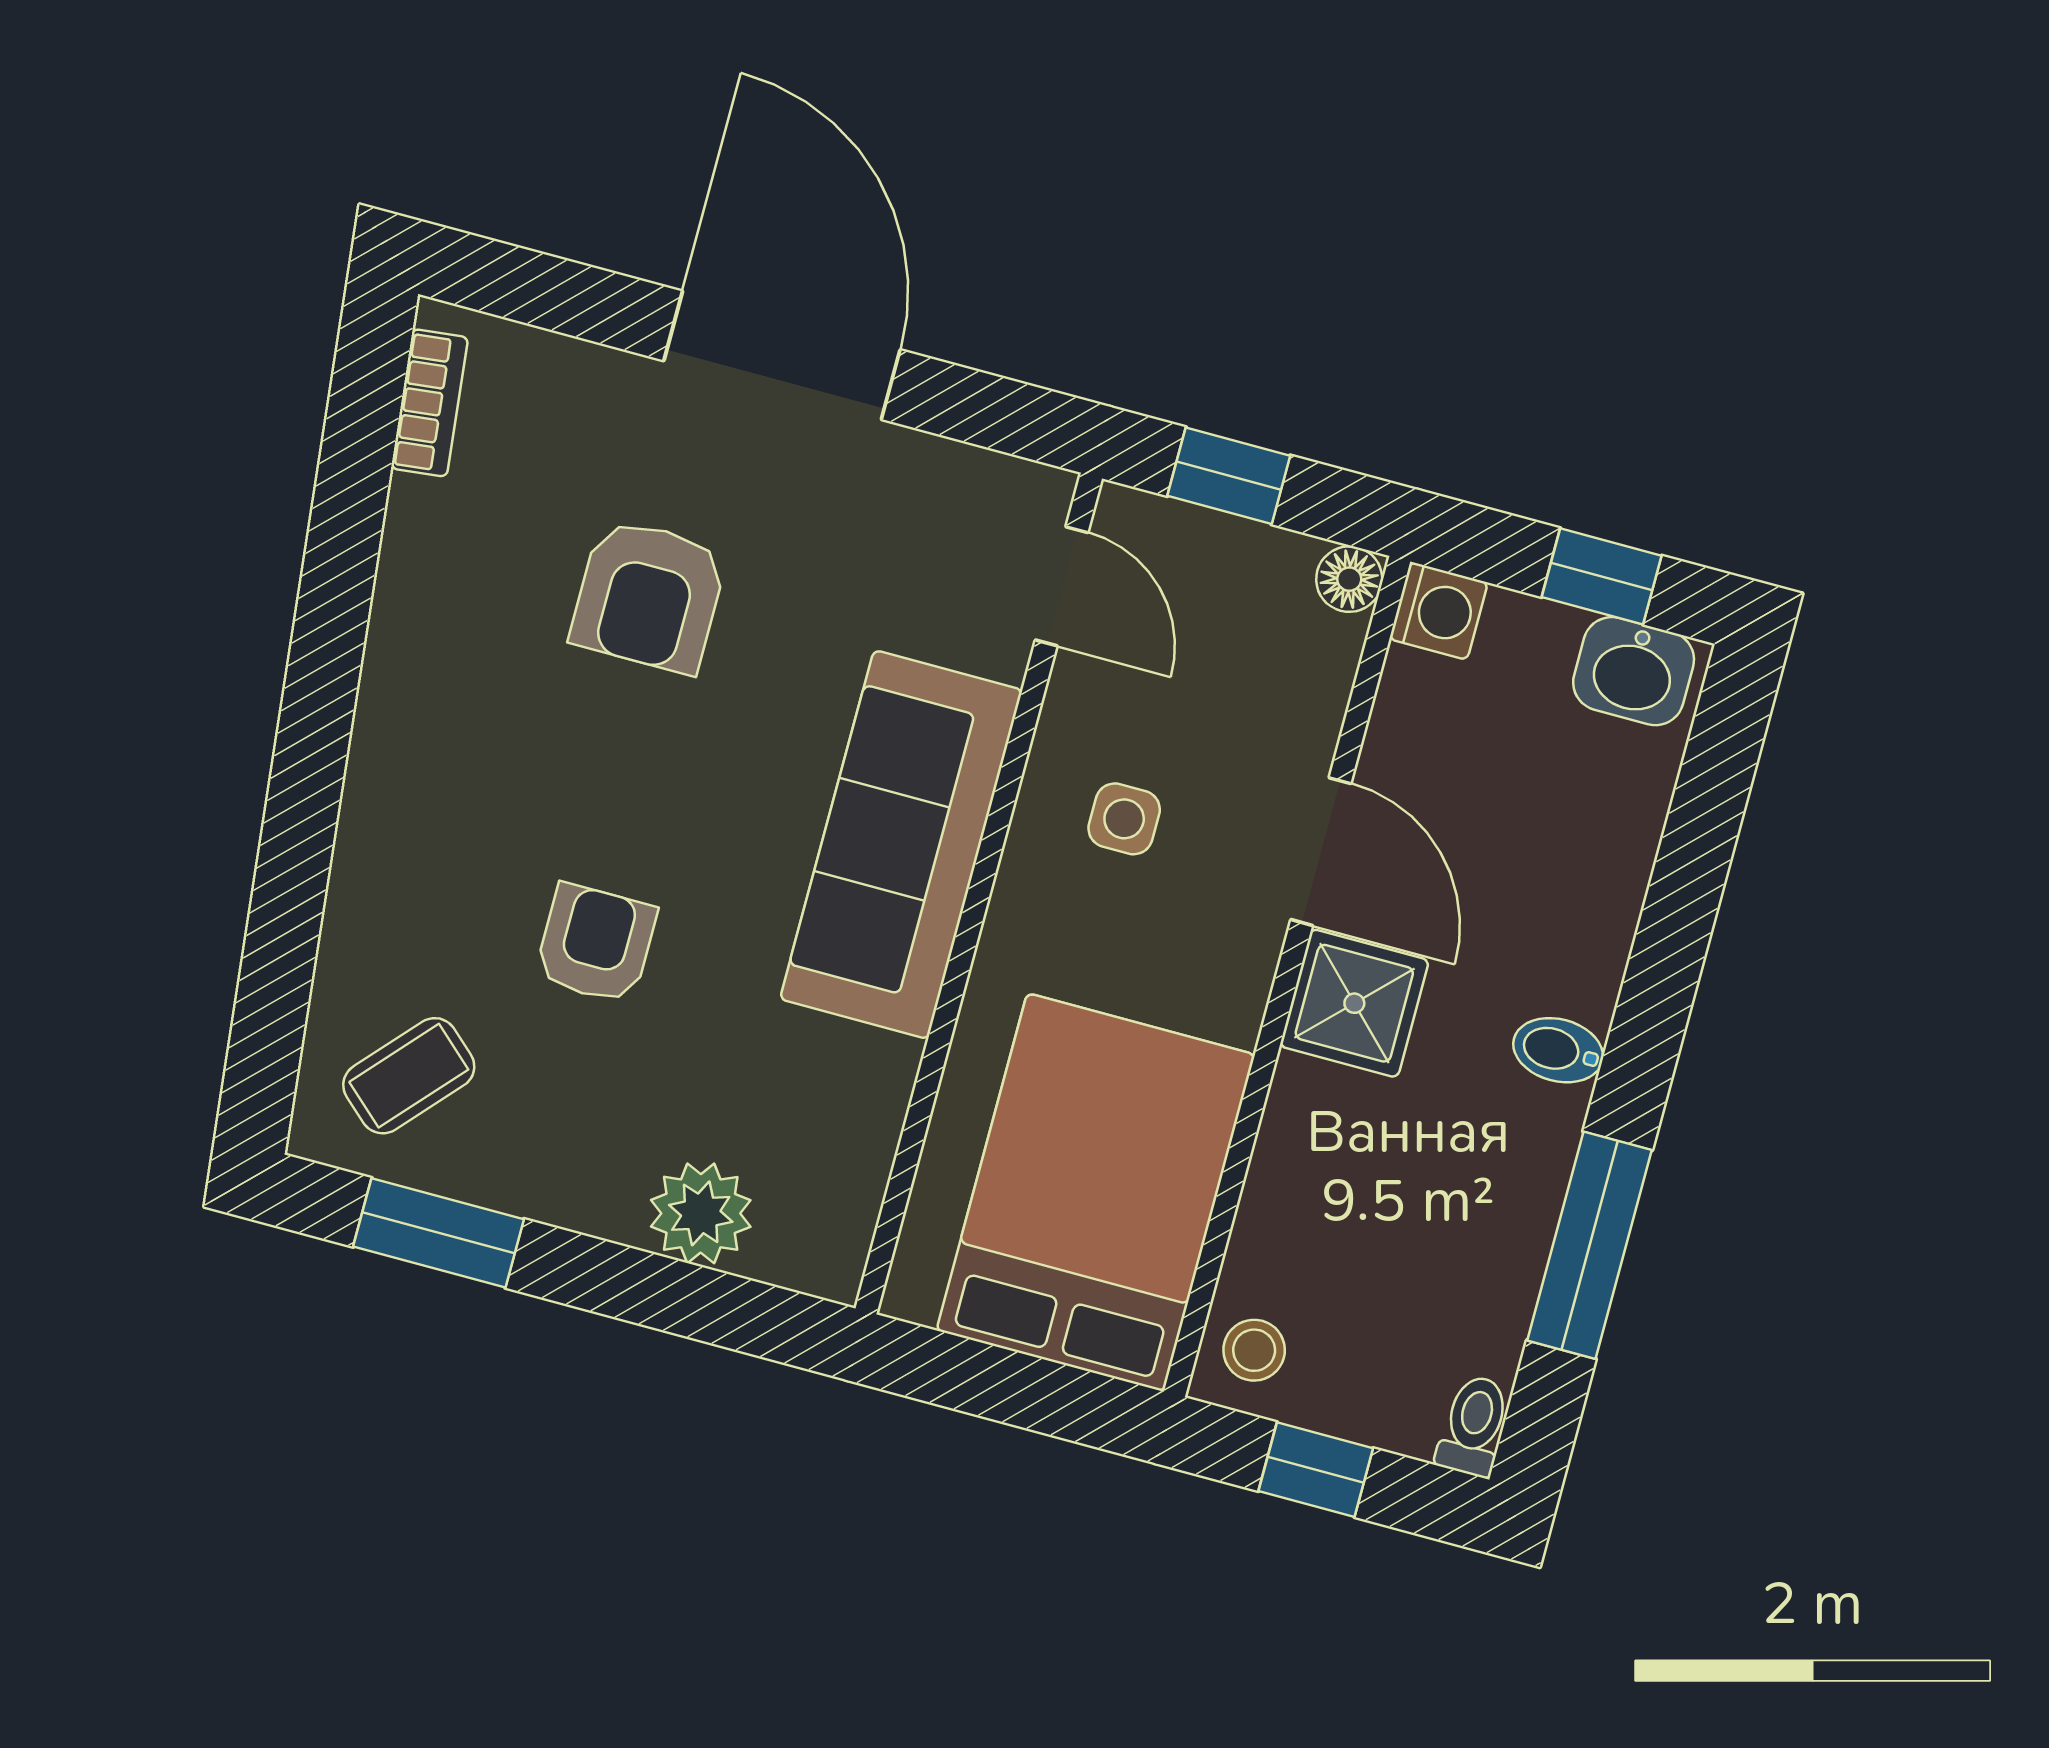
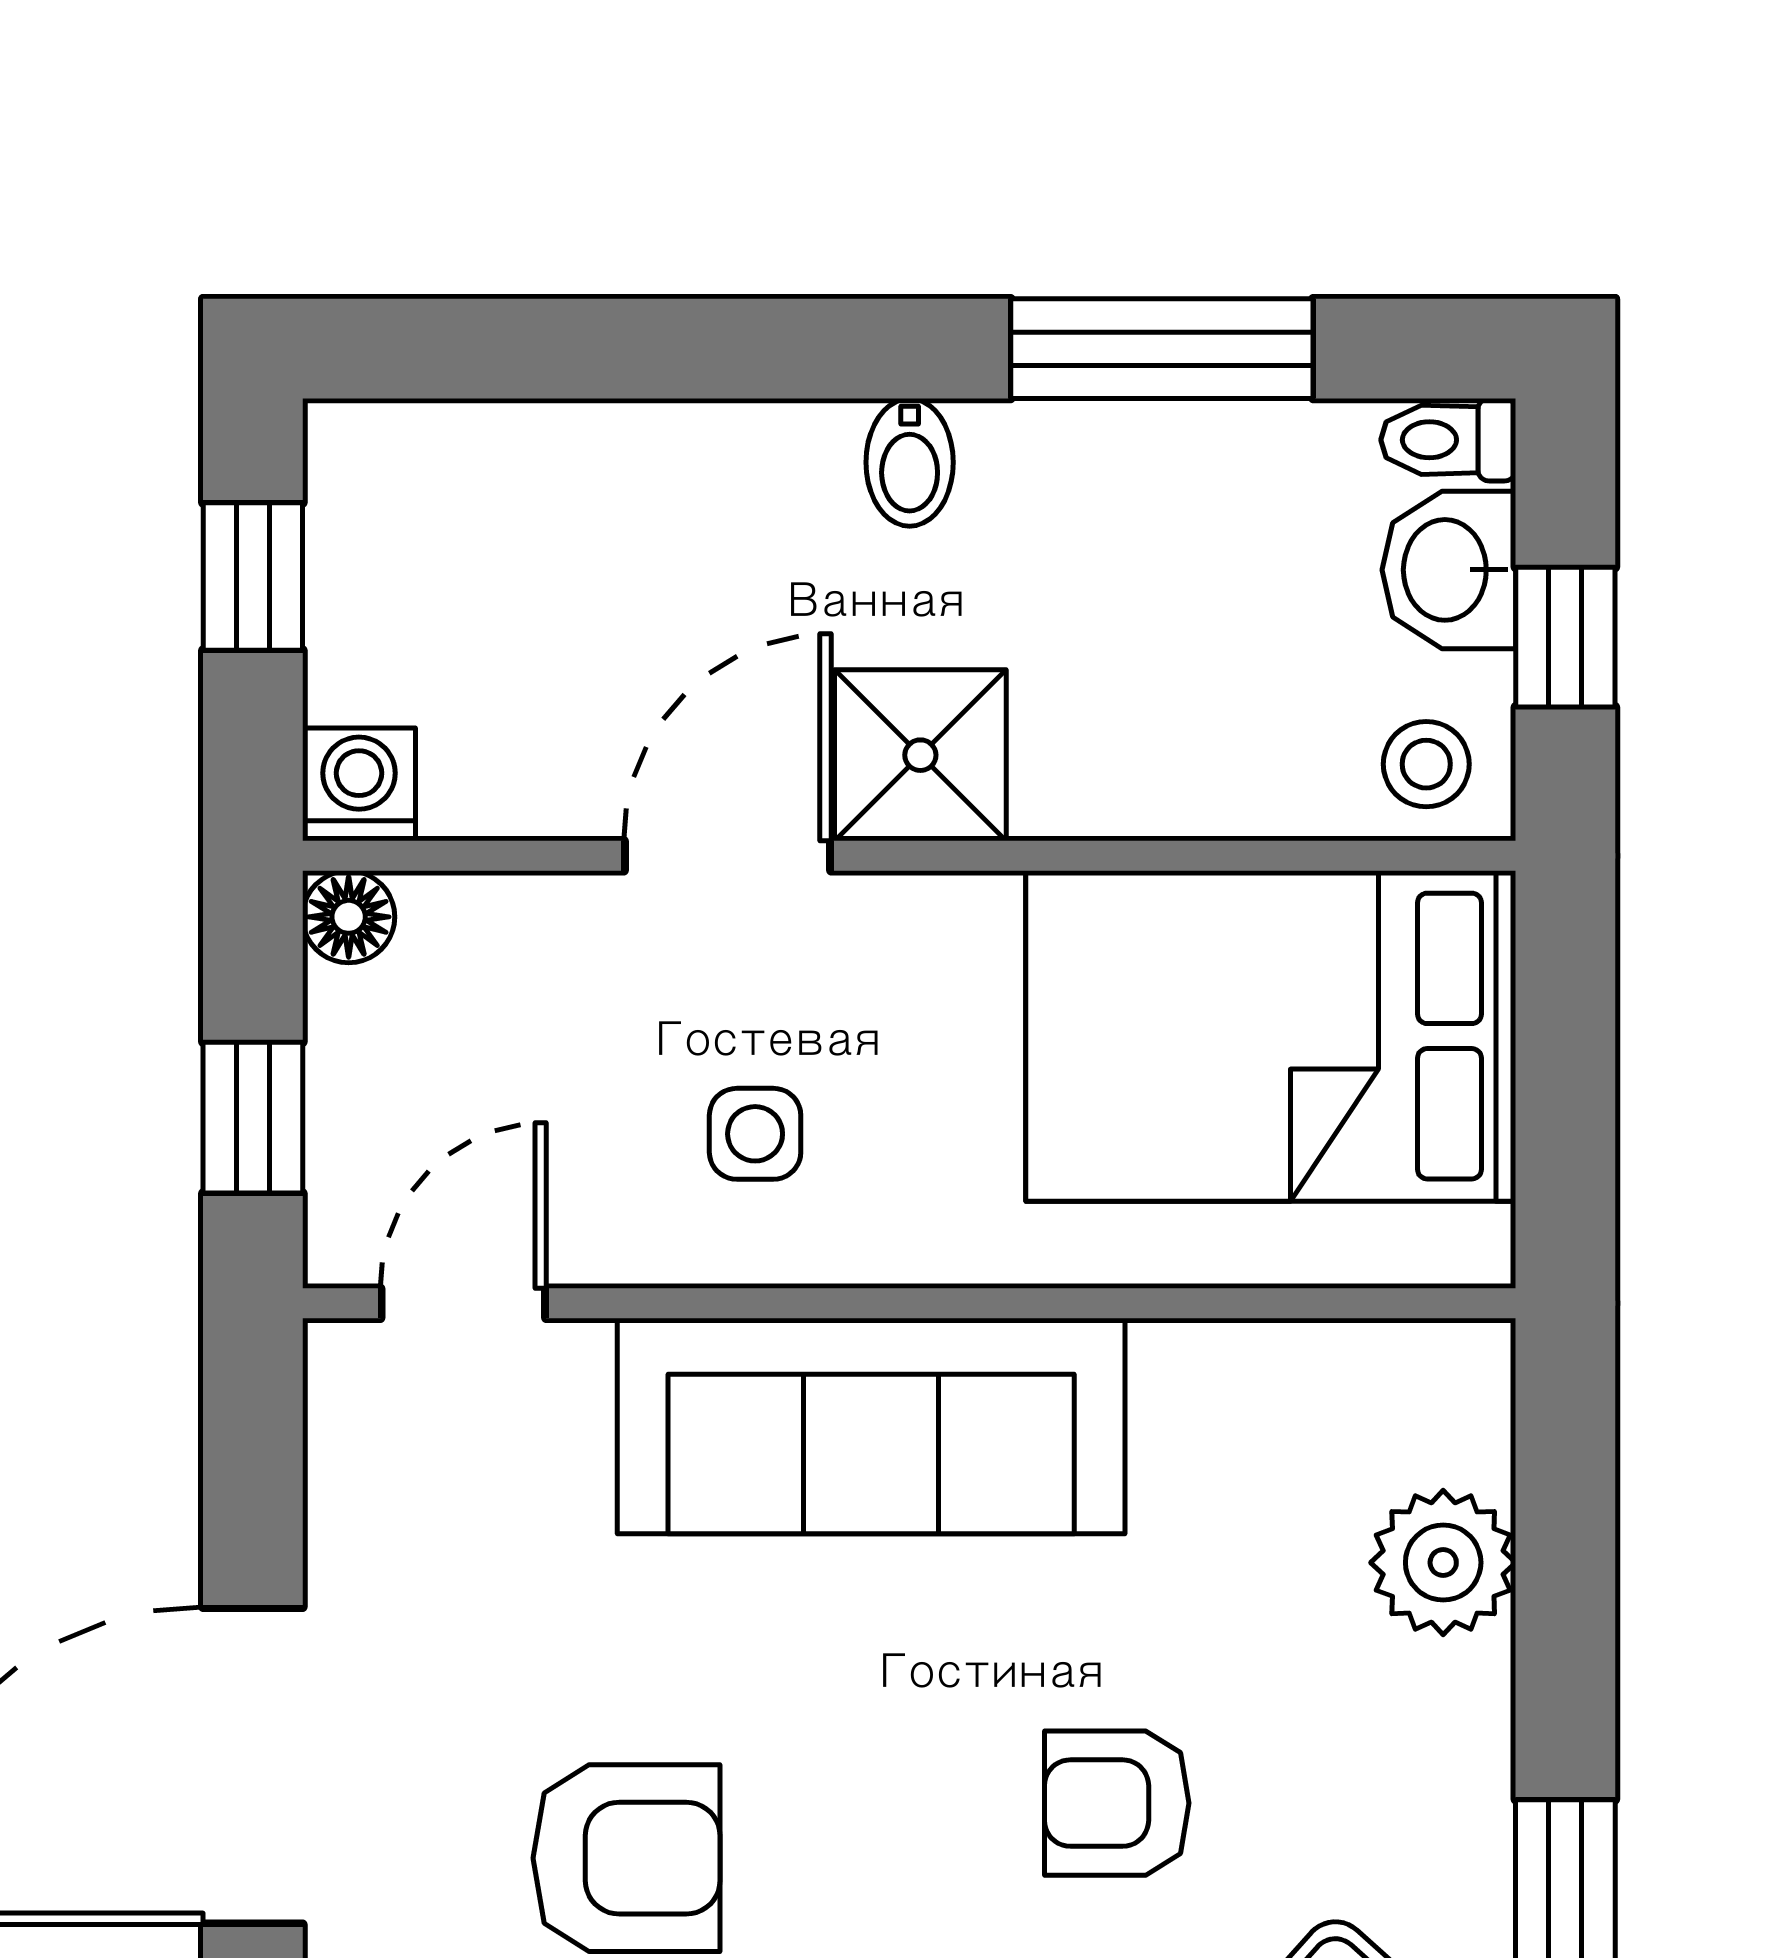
washbasin: (1634, 671) -> (1449, 570), moved, turned 180

